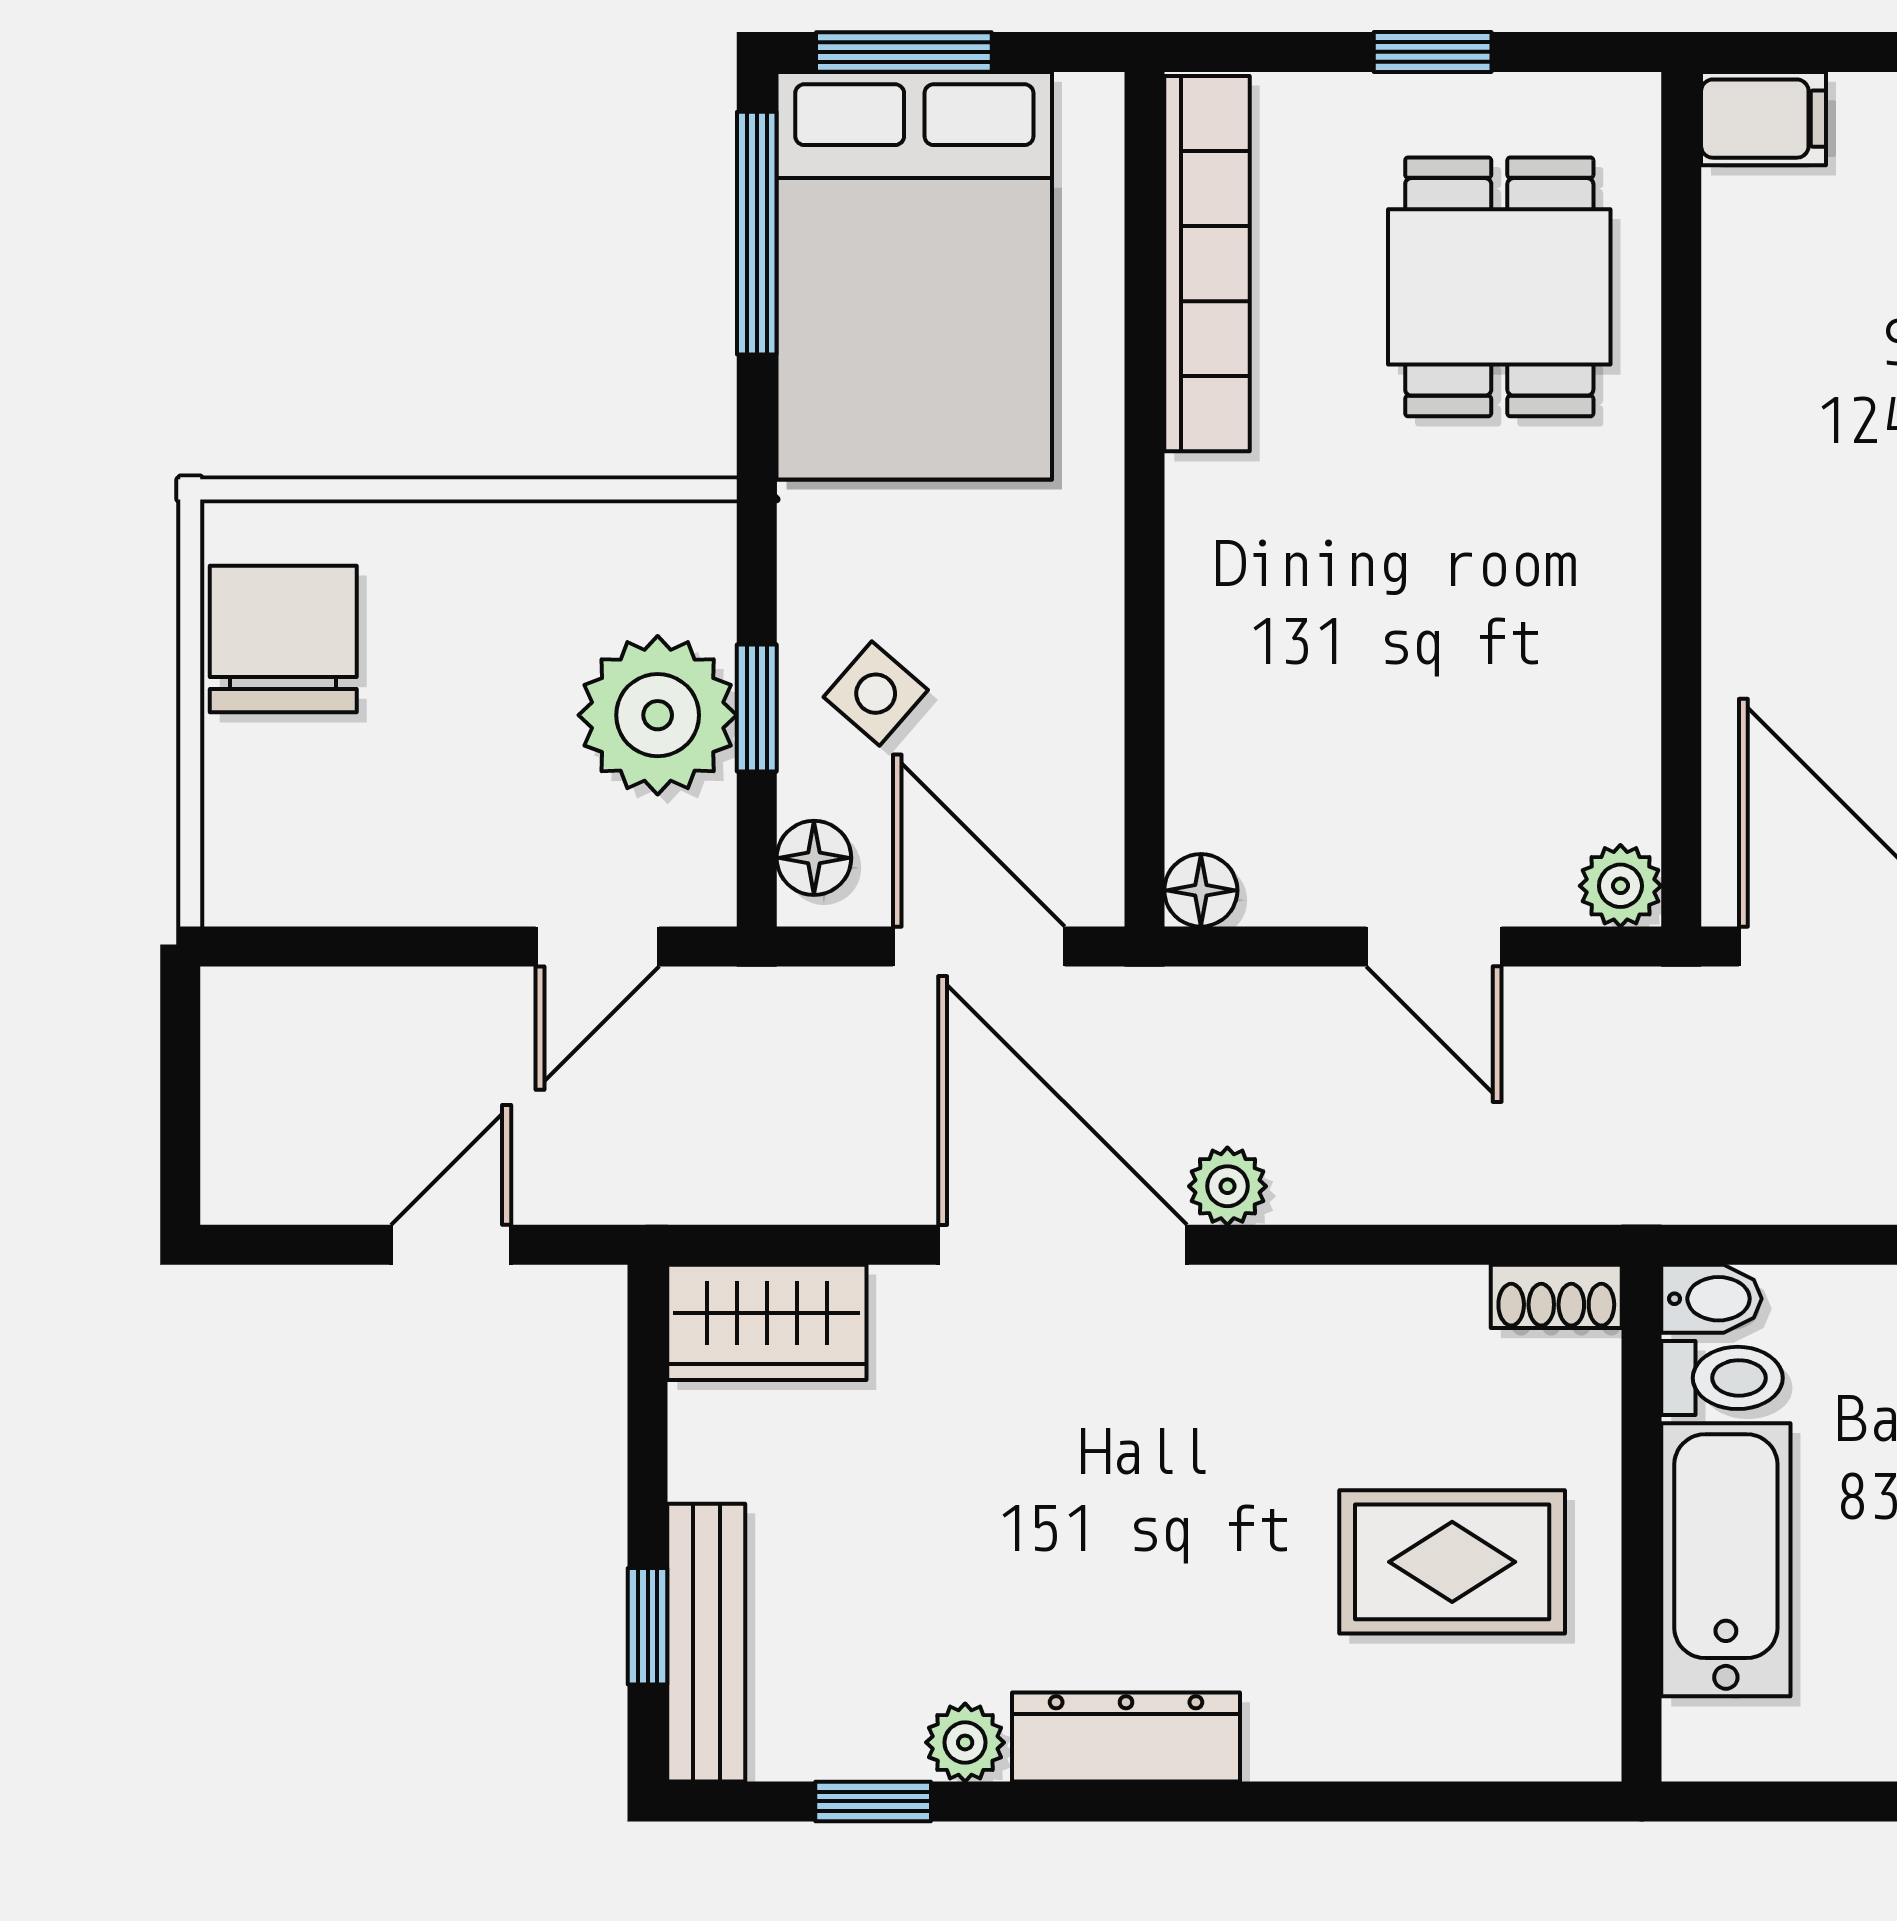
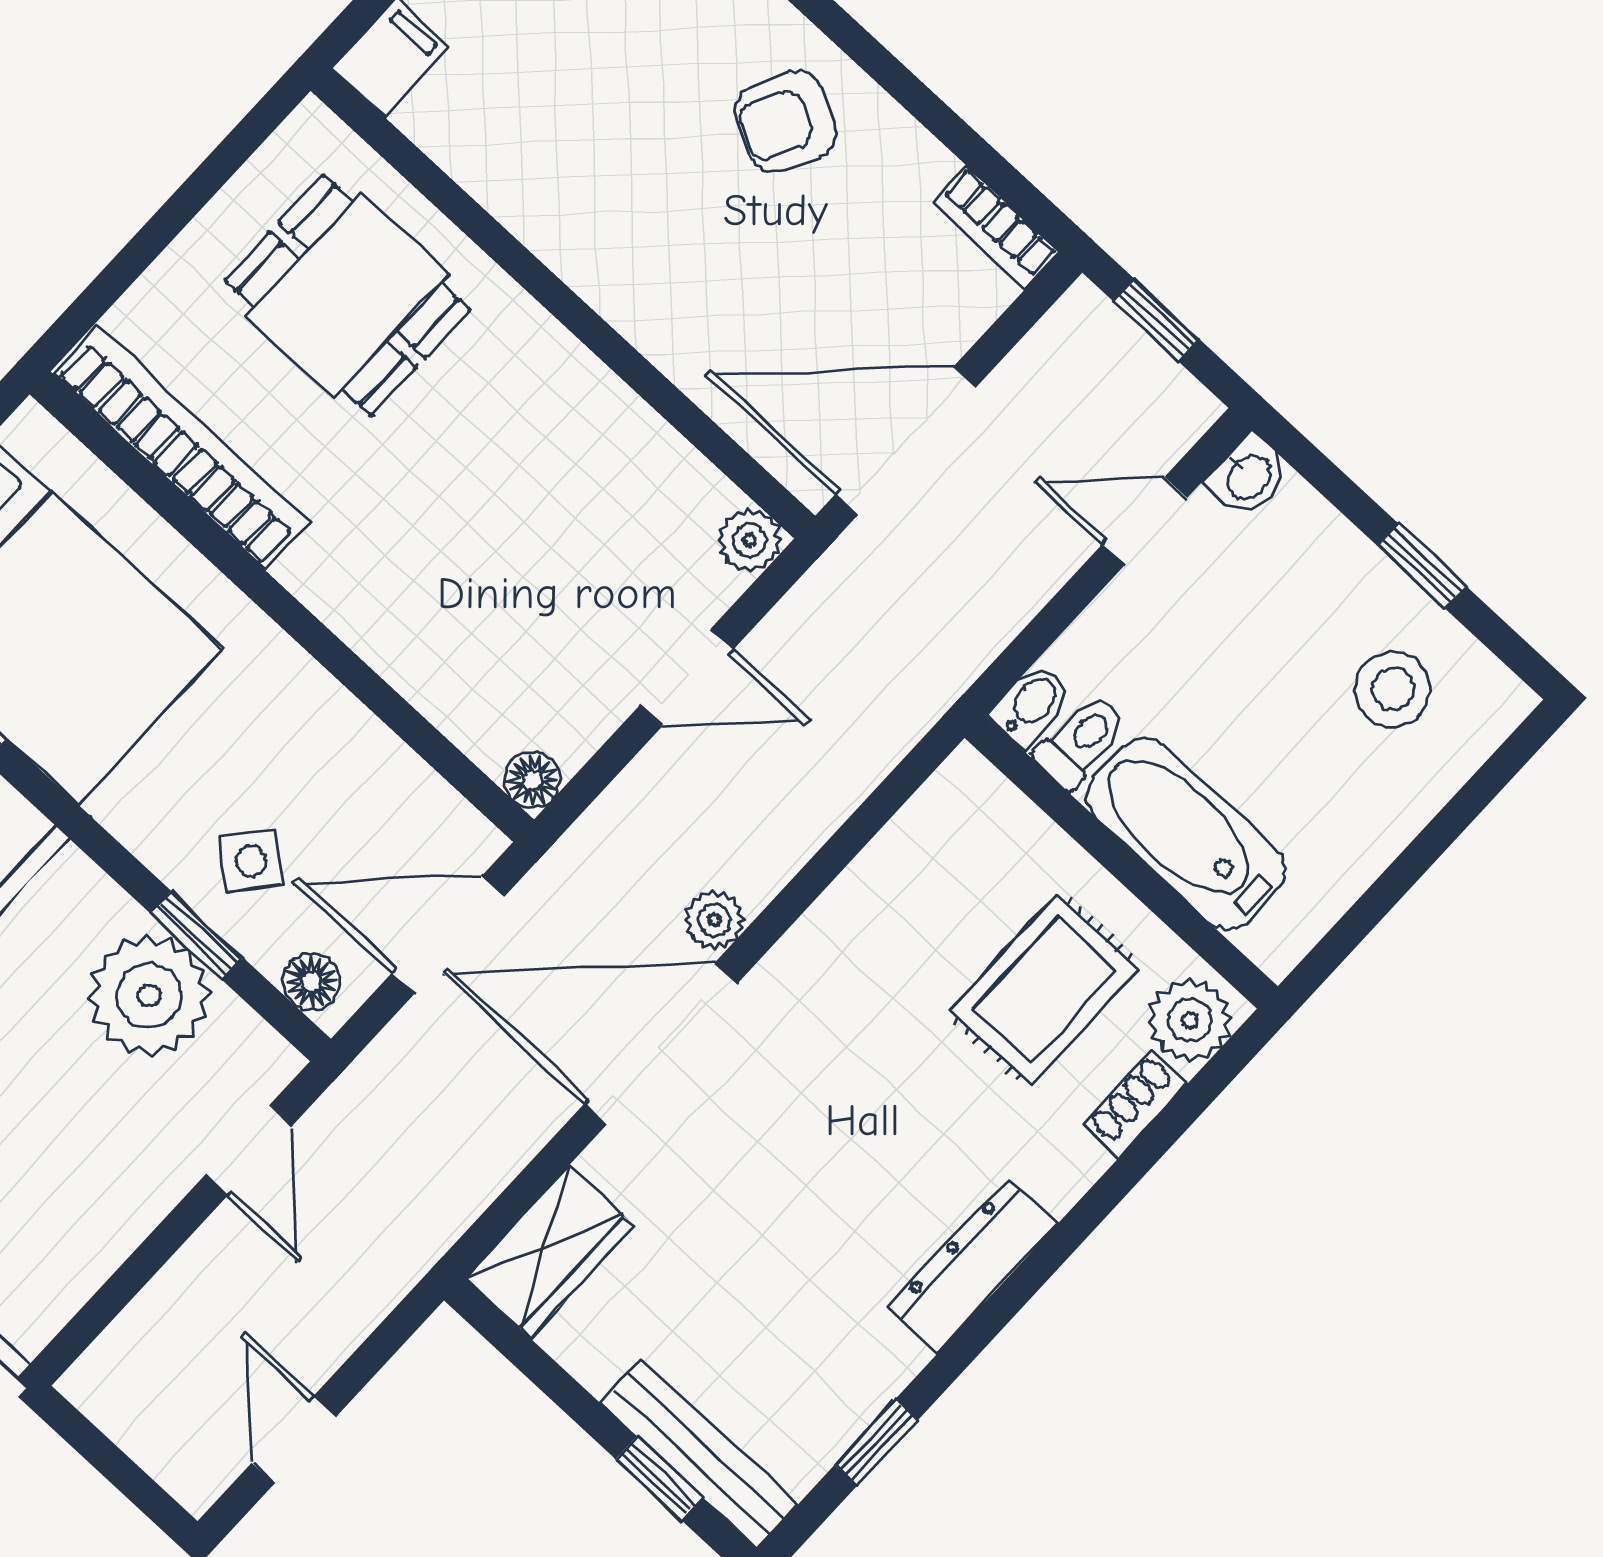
window: (1433, 52) -> (180, 210), removed
door: (451, 1245) -> (294, 1439), moved
shoe rack: (1556, 1296) -> (1136, 1104), moved, turned 180
plant: (965, 1742) -> (1190, 1020), moved, width x1.38, depth x1.38

